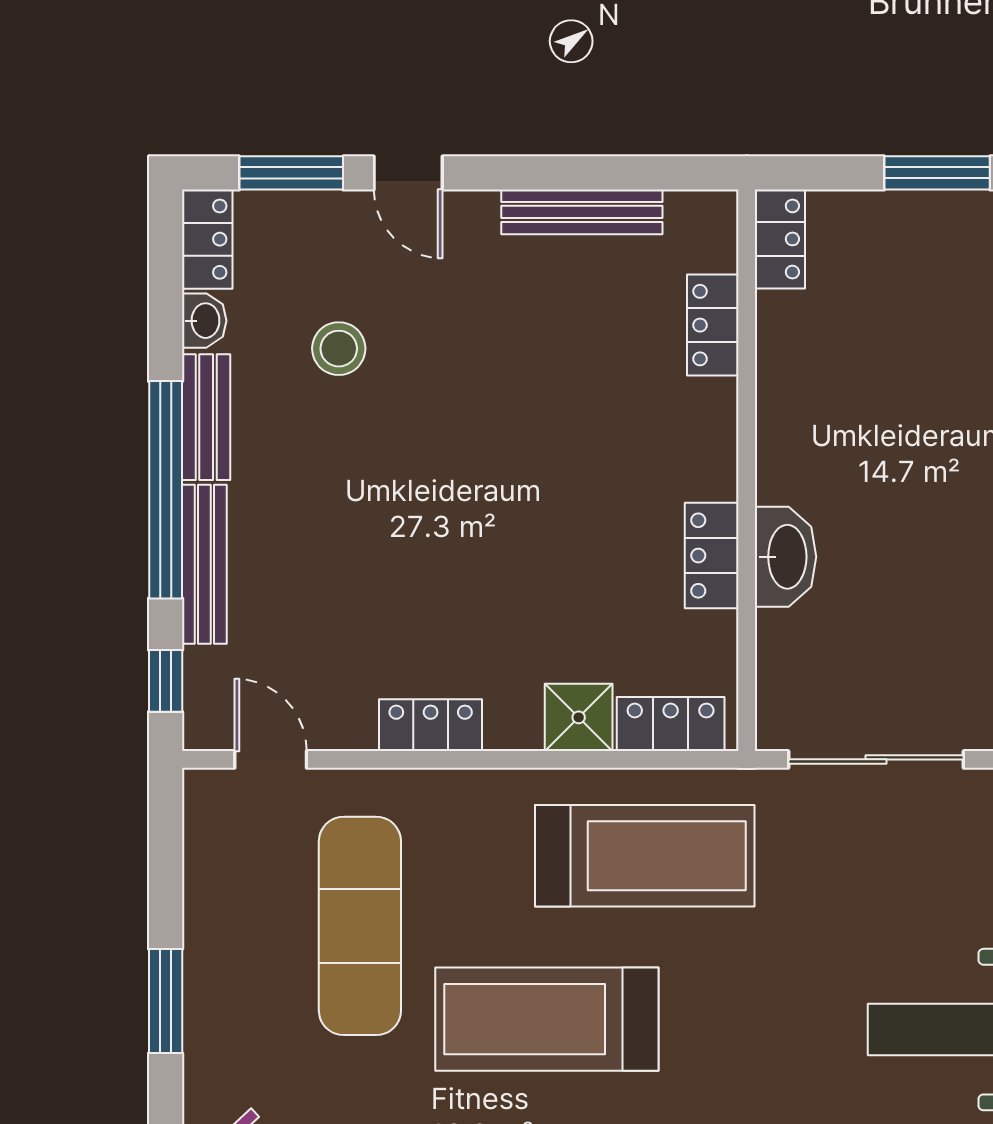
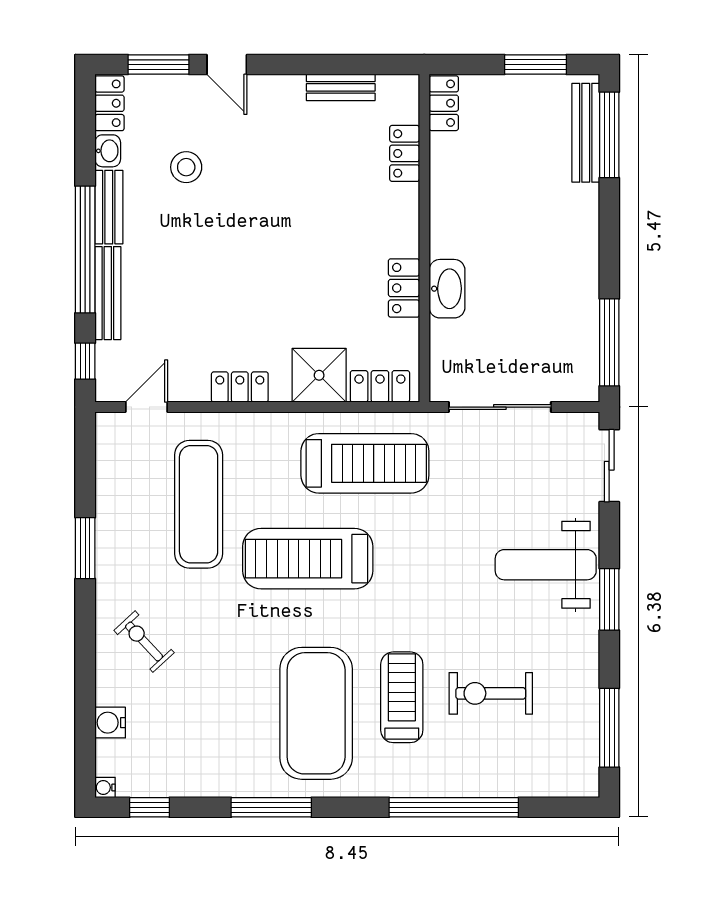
bench: (582, 212) -> (341, 87), width x0.73
shower: (579, 717) -> (319, 375), width x1.36, depth x1.36
door: (271, 759) -> (146, 407), hinge flipped

